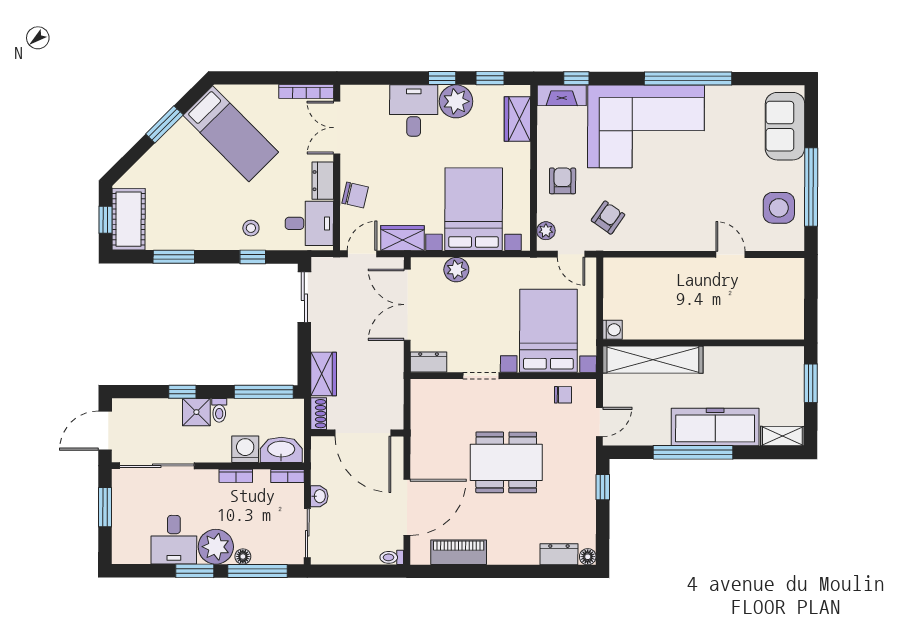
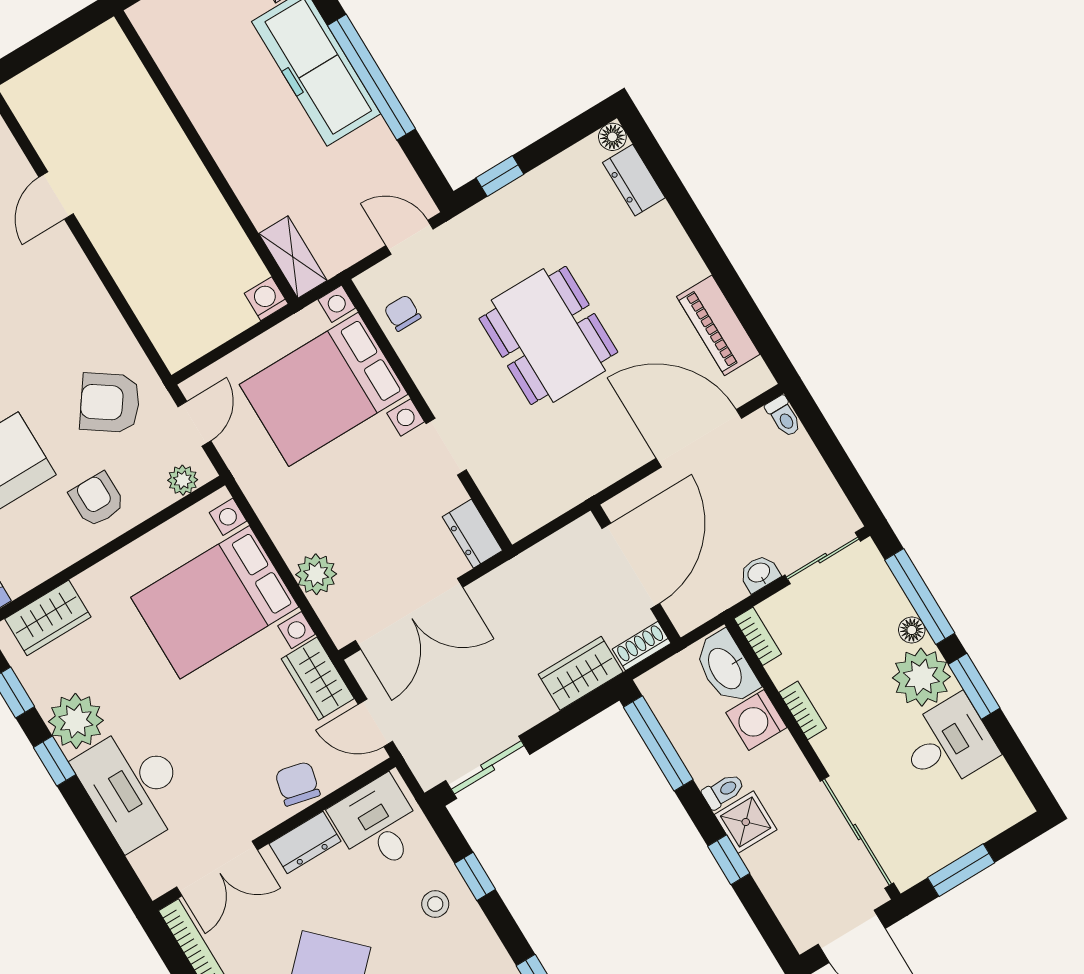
desk: (414, 110) -> (133, 786), width x1.37
armchair: (563, 181) -> (97, 500), turned 90
armchair: (608, 218) -> (110, 403), width x1.38, depth x1.38
shelving: (653, 360) -> (293, 257), width x0.45, depth x0.75

